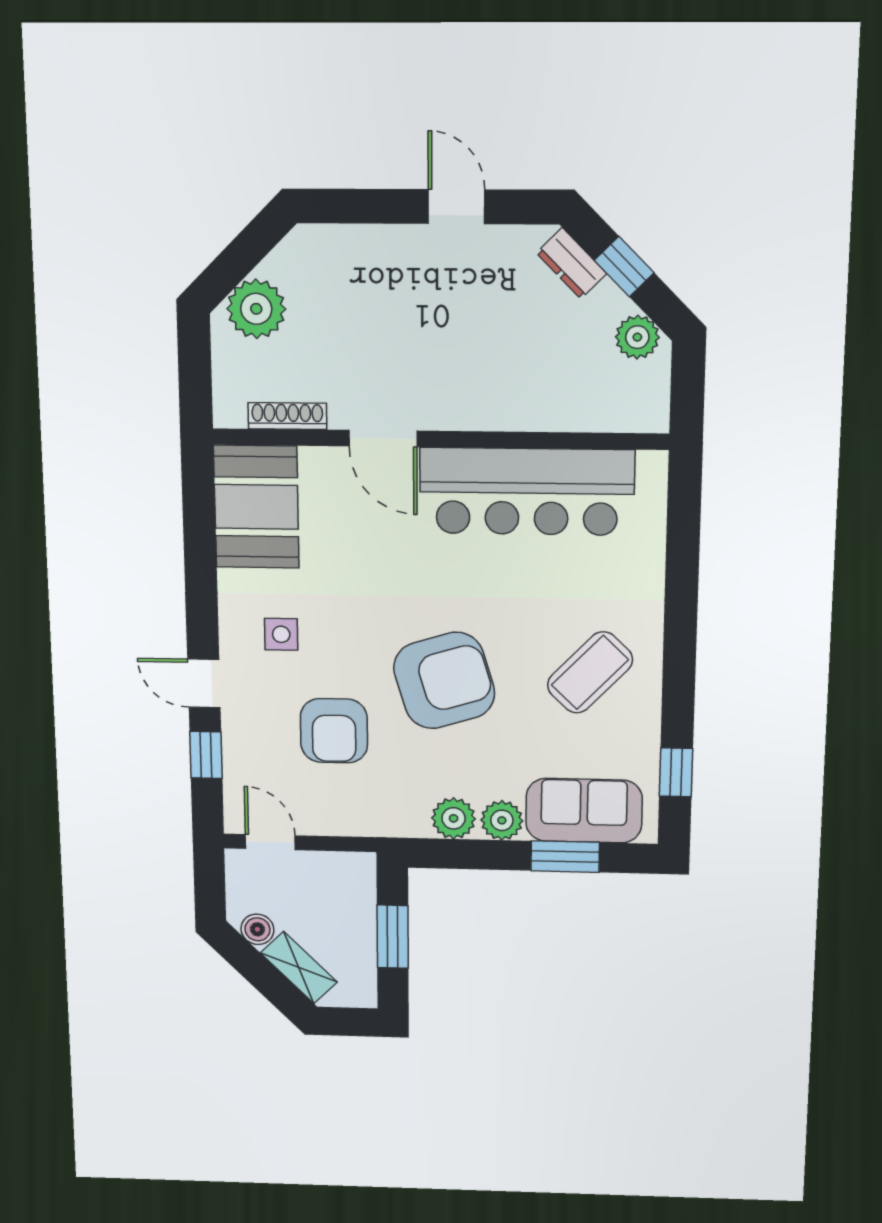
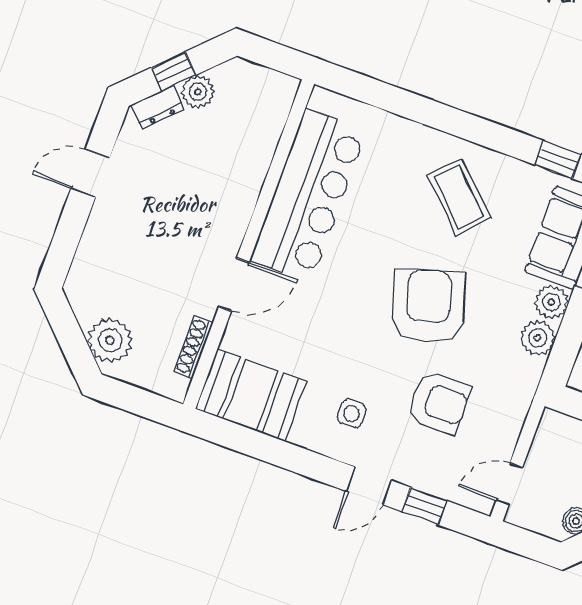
plant: (637, 337) -> (198, 92), moved

